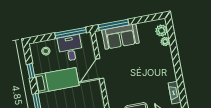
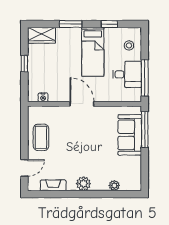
plant: (162, 31) -> (83, 184), moved
door: (100, 69) -> (82, 104), moved

